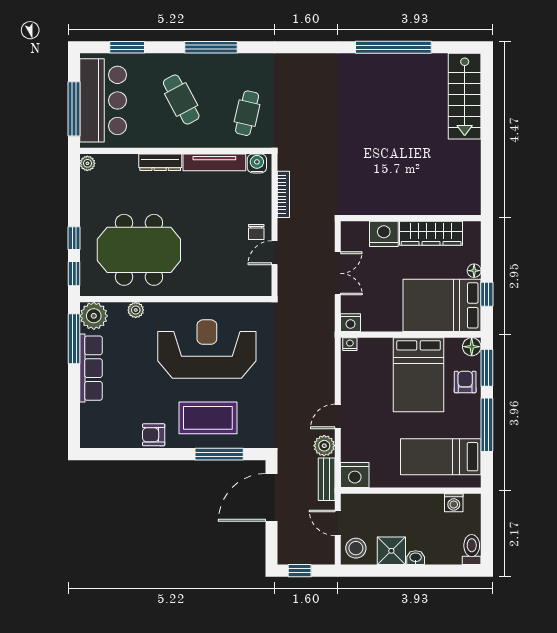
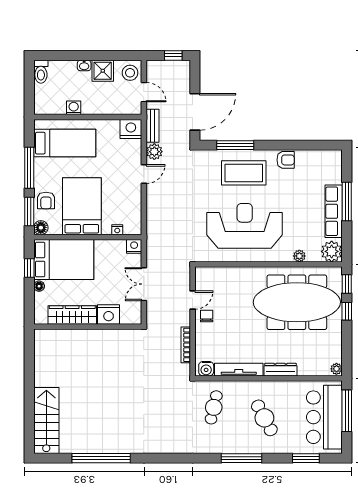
meeting table: (139, 250) -> (297, 302), width x1.36
window: (74, 339) -> (347, 201), moved
nightstand: (350, 344) -> (117, 230), moved
reception desk: (207, 349) -> (245, 226), turned 180
washing machine: (454, 503) -> (74, 108), moved

